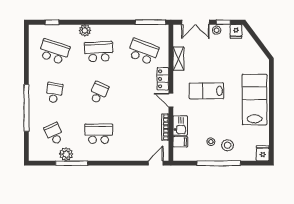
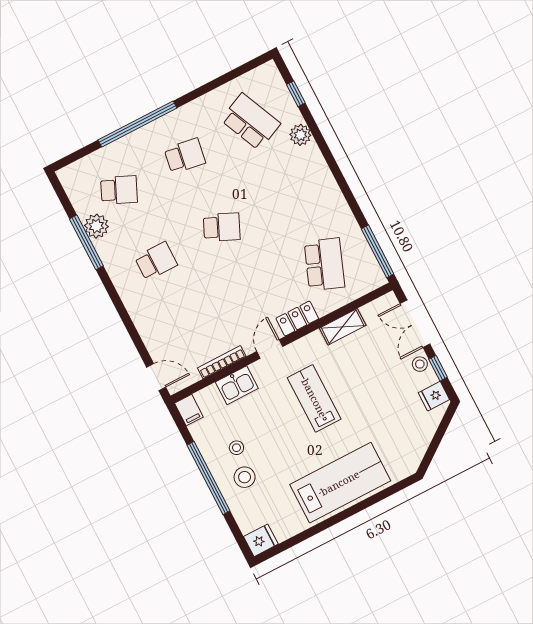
plant: (85, 30) -> (300, 135), moved
school desk: (54, 52) -> (250, 122), turned -42
school desk: (99, 52) -> (287, 193), removed
school desk: (54, 134) -> (119, 190), turned 48
school desk: (99, 134) -> (156, 261), width x0.54
filing cabinet: (180, 142) -> (189, 410), moved

